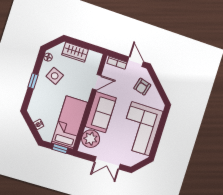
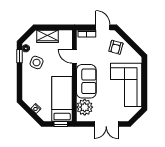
window: (33, 81) -> (20, 56), moved
door: (97, 82) -> (74, 56), swing flipped

